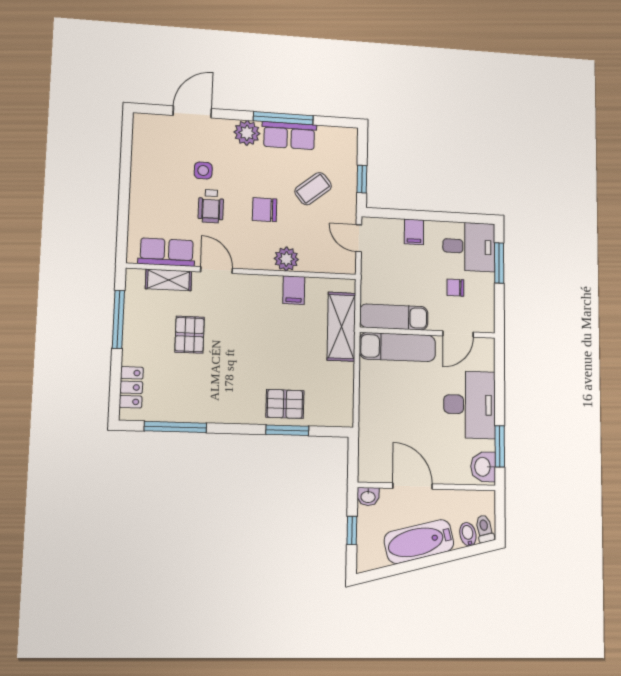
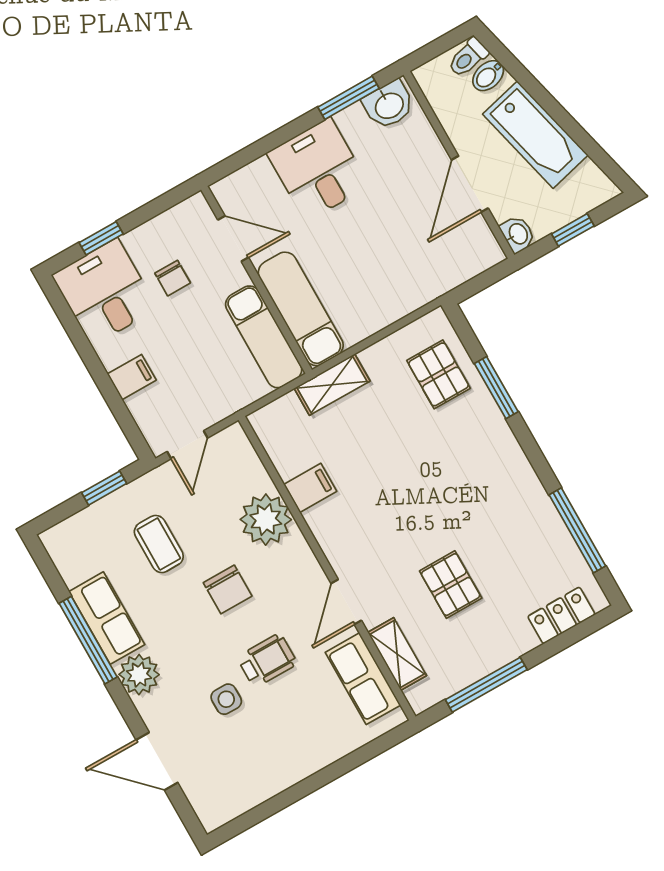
coffee table: (313, 189) -> (159, 544), turned 39
plant: (286, 259) -> (266, 520), width x1.36, depth x1.36
window: (499, 263) -> (101, 238), width x0.67
shelving: (341, 327) -> (332, 385), width x0.67, depth x0.75
pallet: (190, 335) -> (451, 585), turned 90
pallet: (285, 404) -> (439, 374), moved
desk: (470, 405) -> (318, 169), width x0.73

